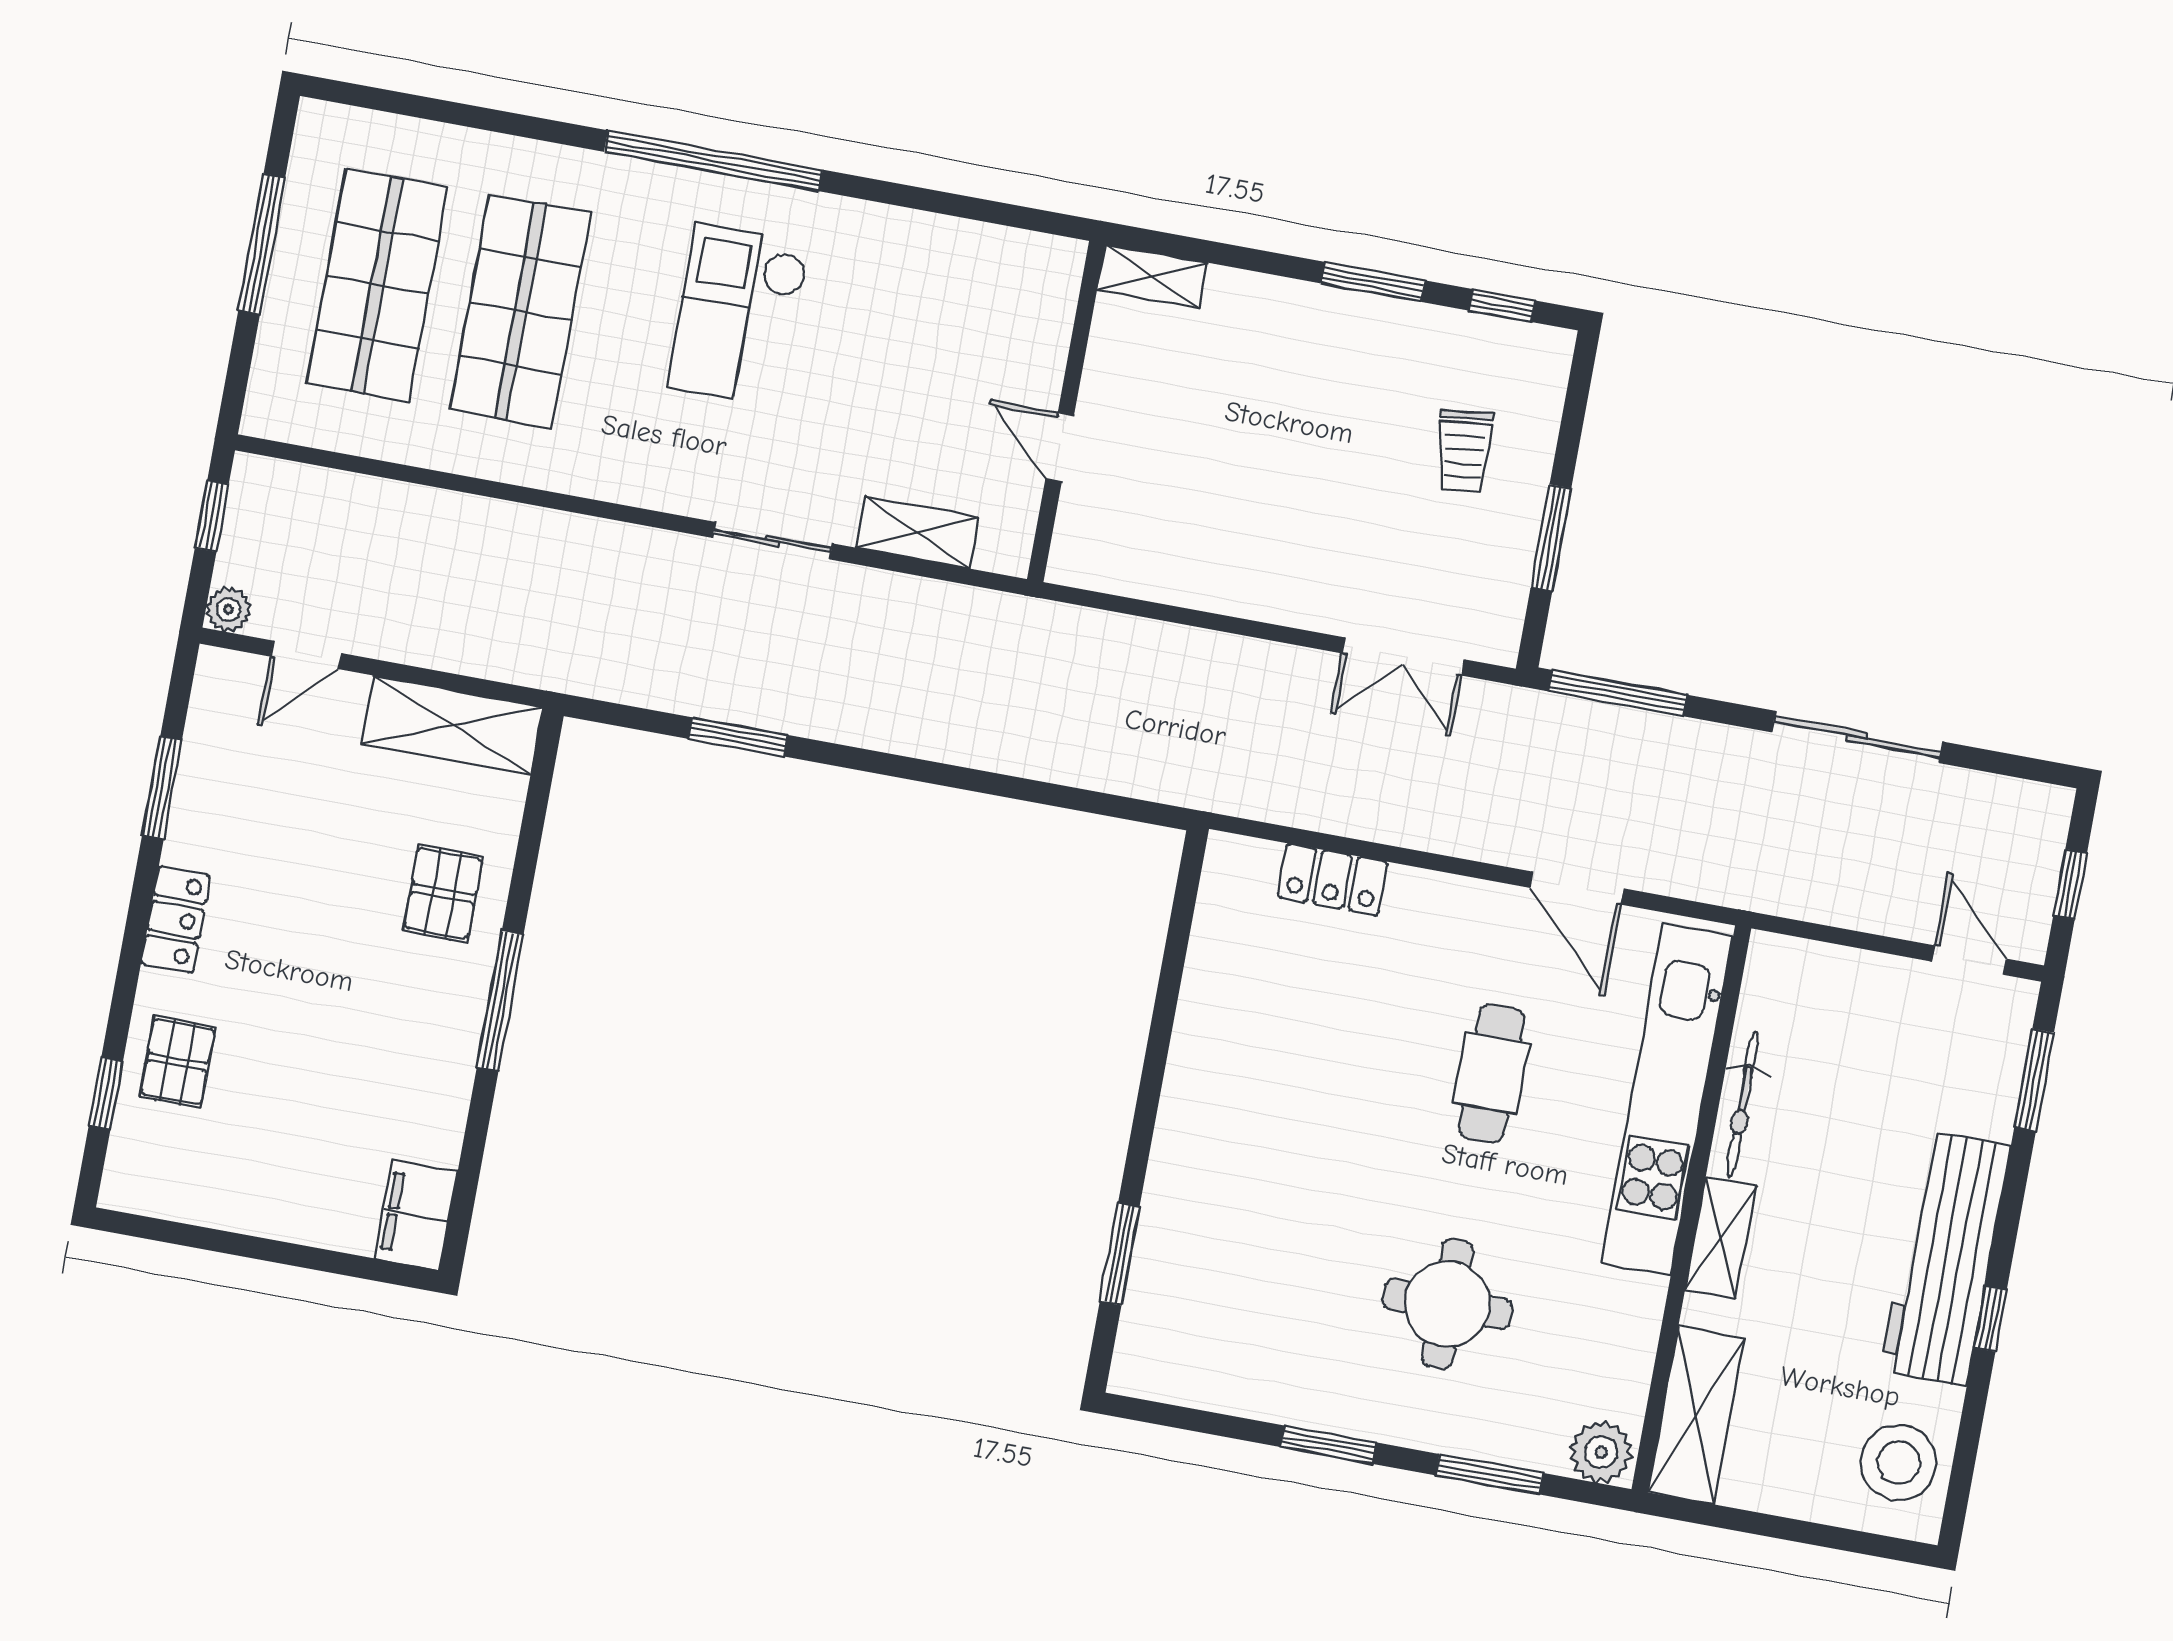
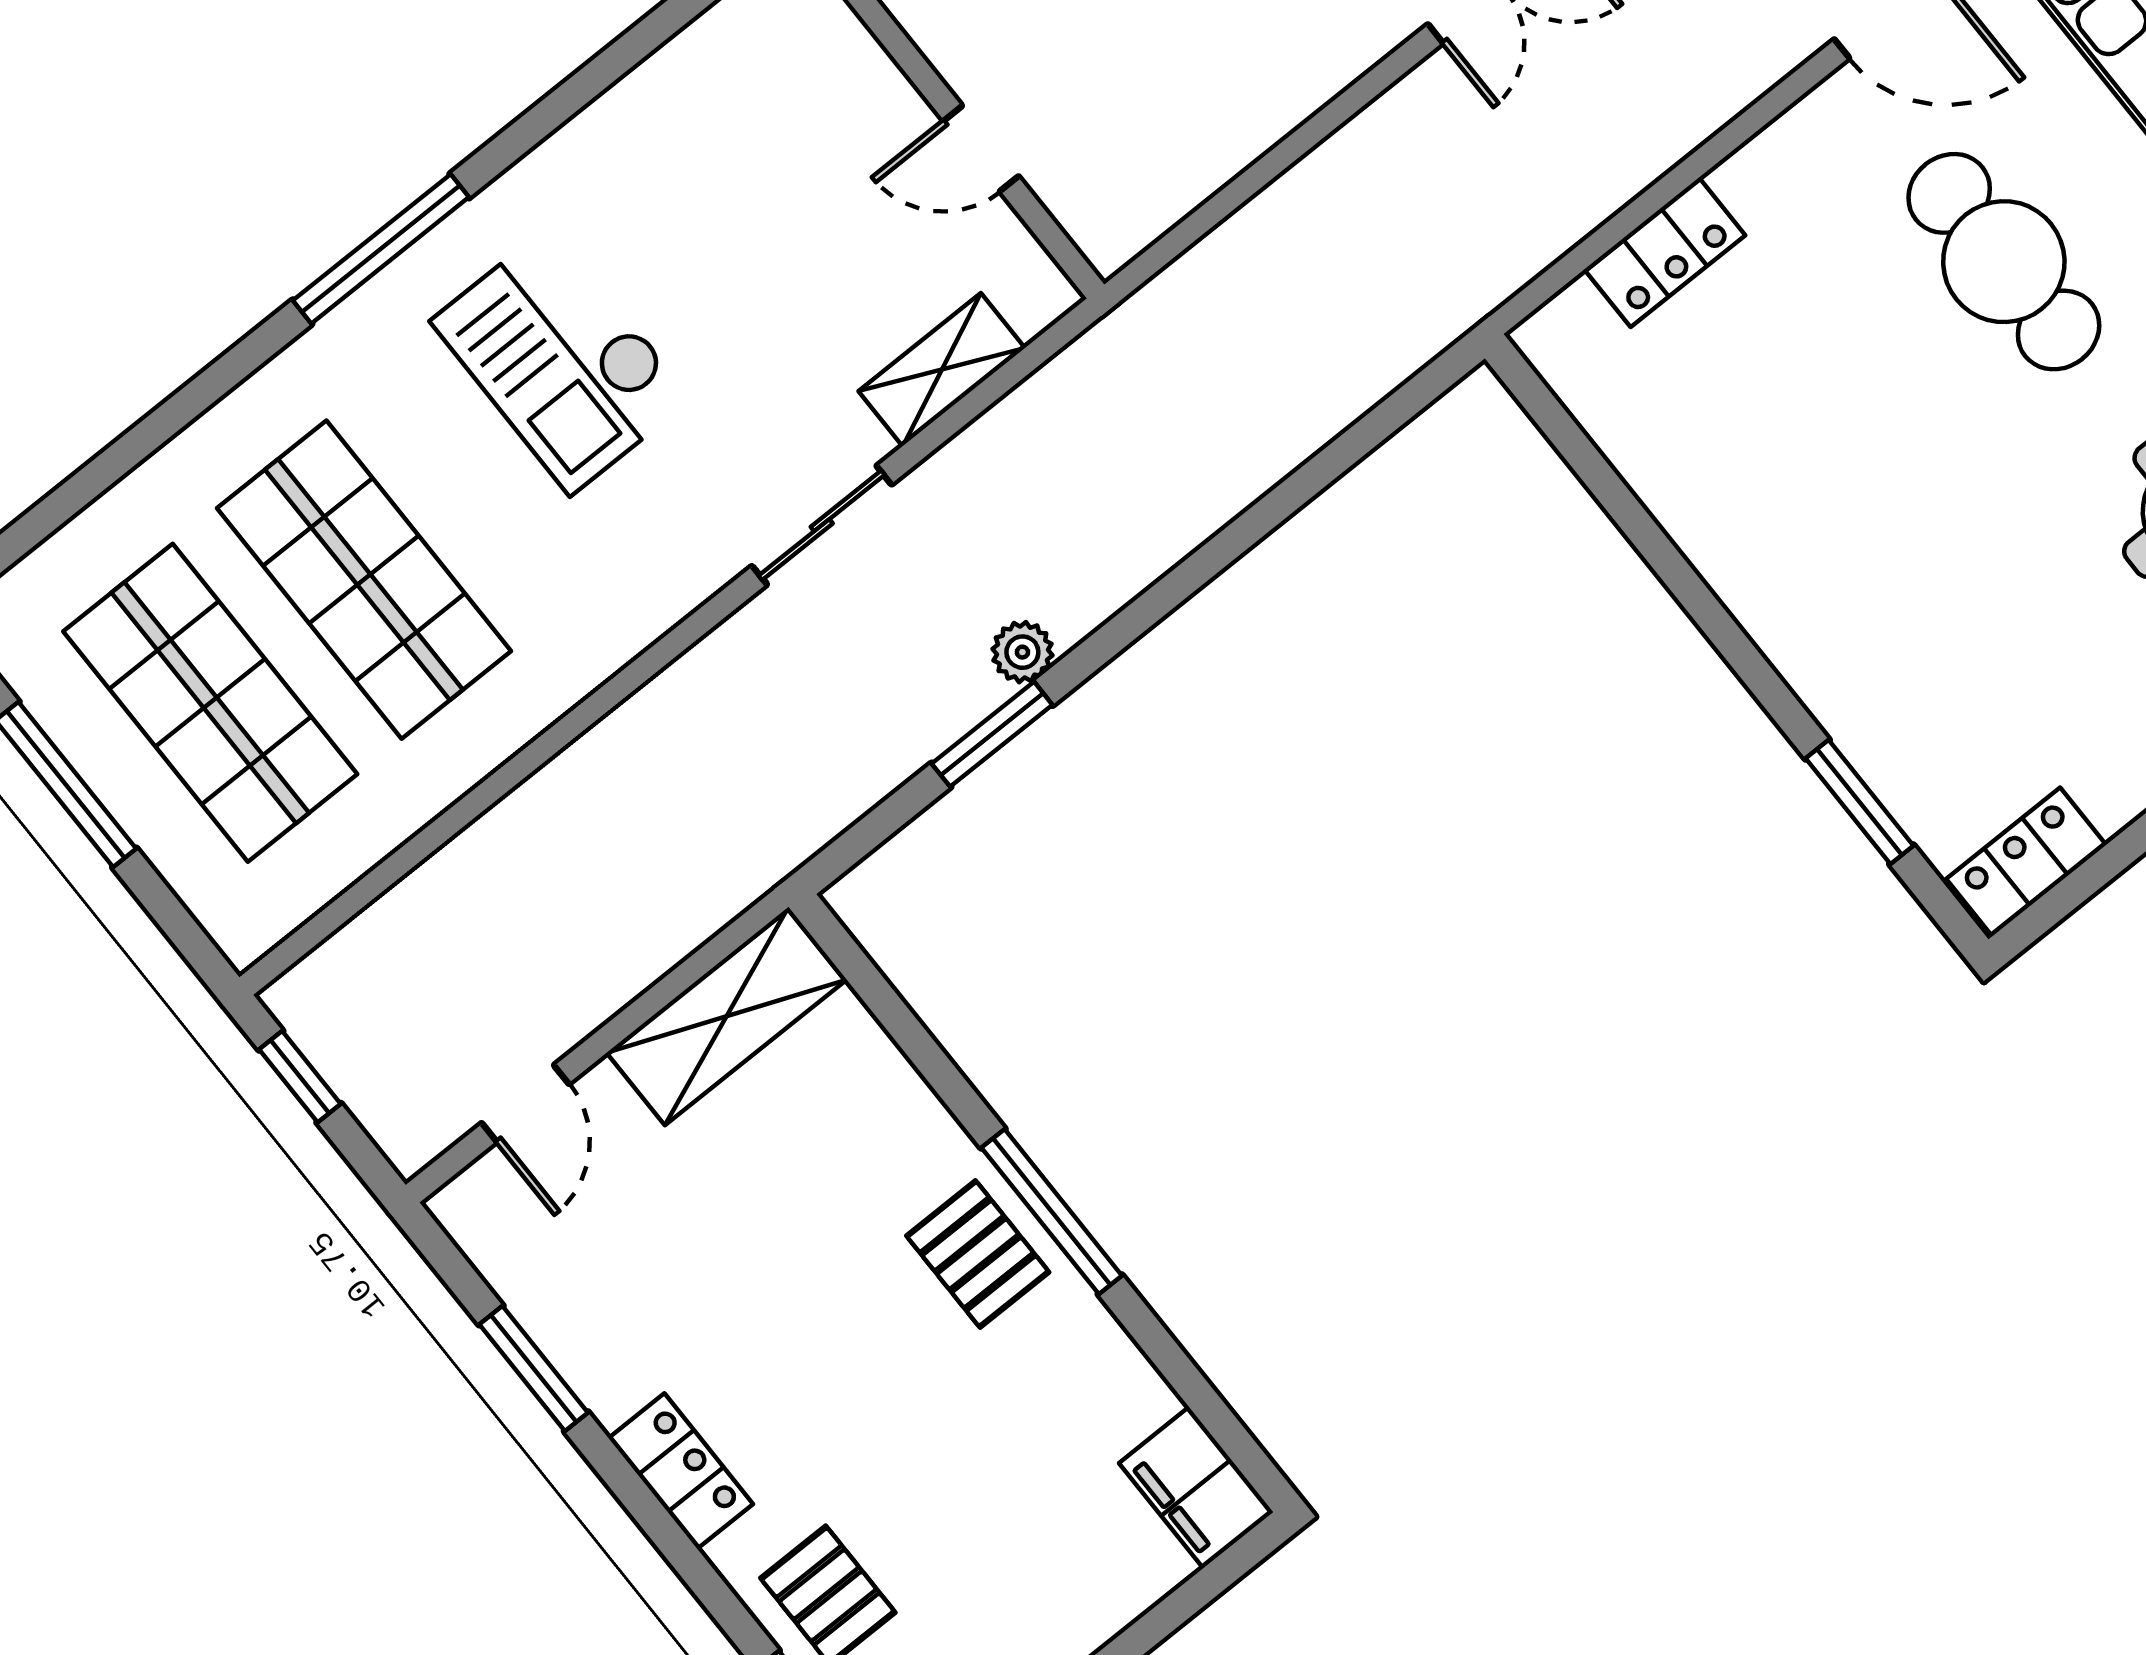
window: (713, 161) -> (381, 249), width x0.68
plant: (229, 610) -> (1022, 652), moved
pallet: (443, 893) -> (978, 1254), moved
cafe table: (1491, 1073) -> (2004, 262), width x1.37, depth x1.35
locker: (1167, 1376) -> (2026, 862), added

